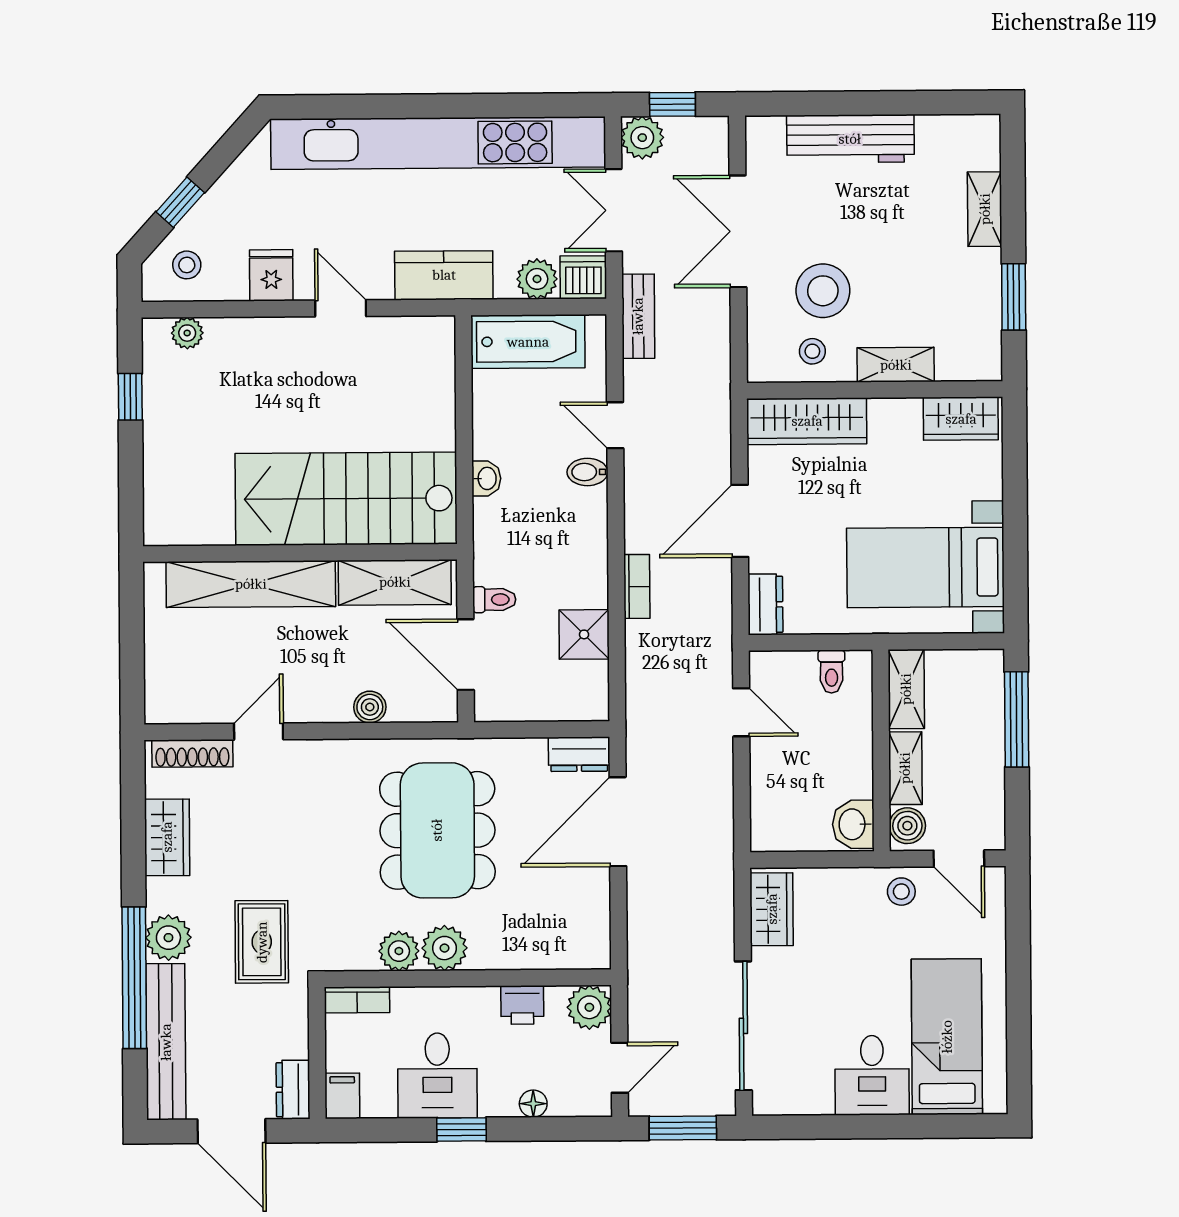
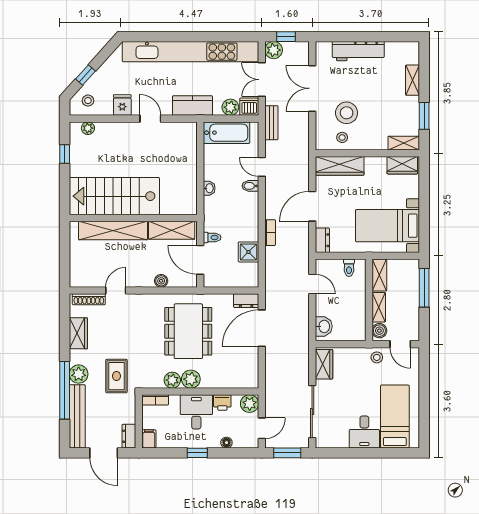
shelving: (896, 365) -> (404, 143), moved
stairs: (346, 499) -> (114, 196), moved
washbasin: (853, 824) -> (324, 326), moved, turned 180
desk: (437, 1076) -> (196, 412), moved, turned 180

